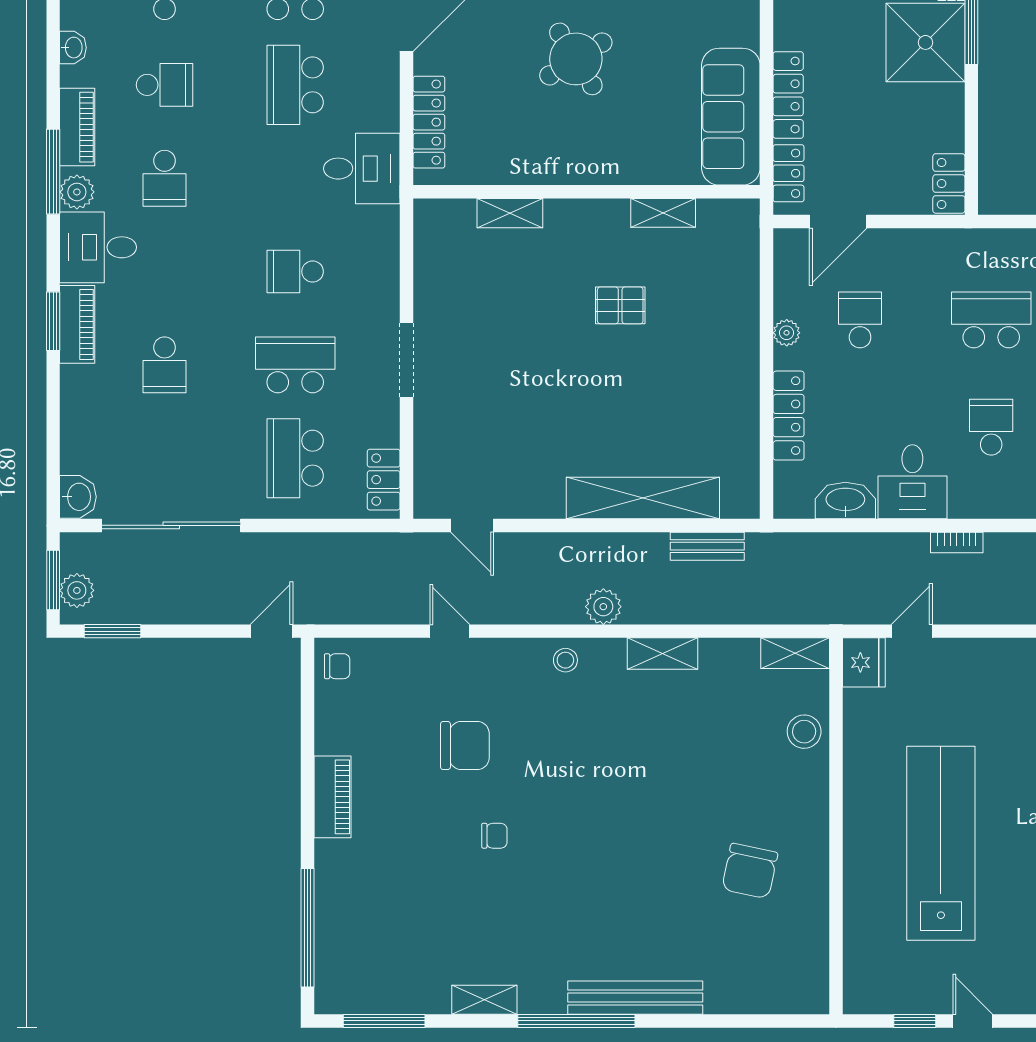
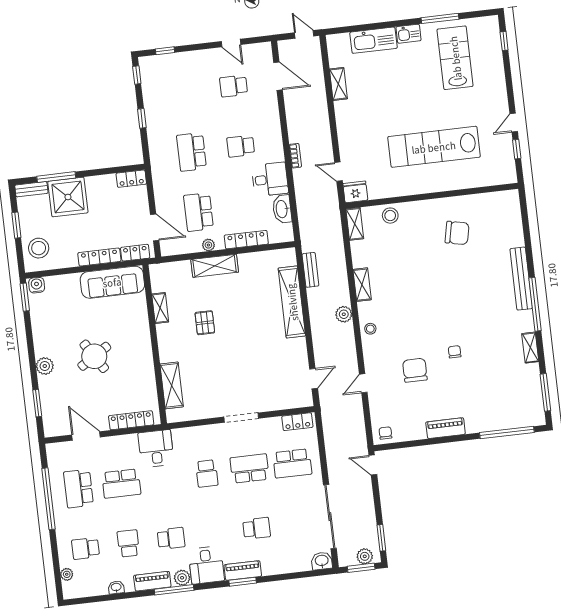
shelving: (510, 213) -> (172, 385), width x1.50, depth x1.33
school desk: (860, 320) -> (199, 212), width x1.85
shelving: (740, 341) -> (215, 266), added
school desk: (295, 365) -> (250, 468), turned 90

